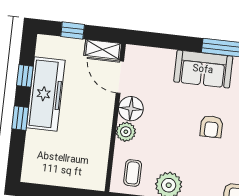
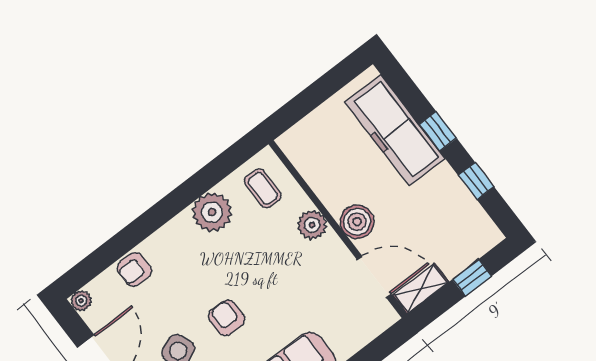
freezer: (46, 94) -> (395, 130), moved
floor lamp: (131, 109) -> (330, 255), removed
boiler: (102, 112) -> (357, 222), added

